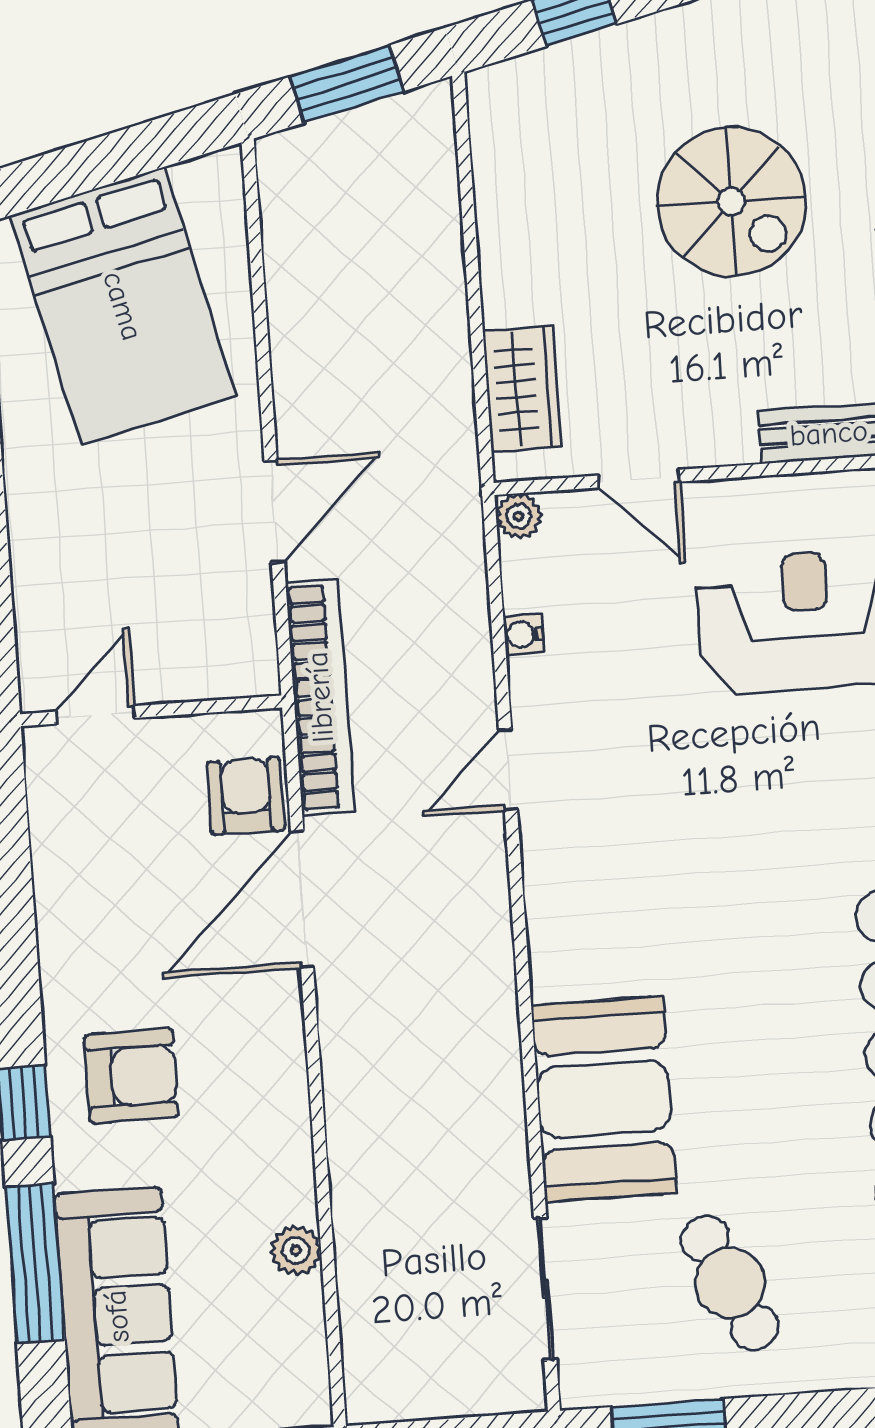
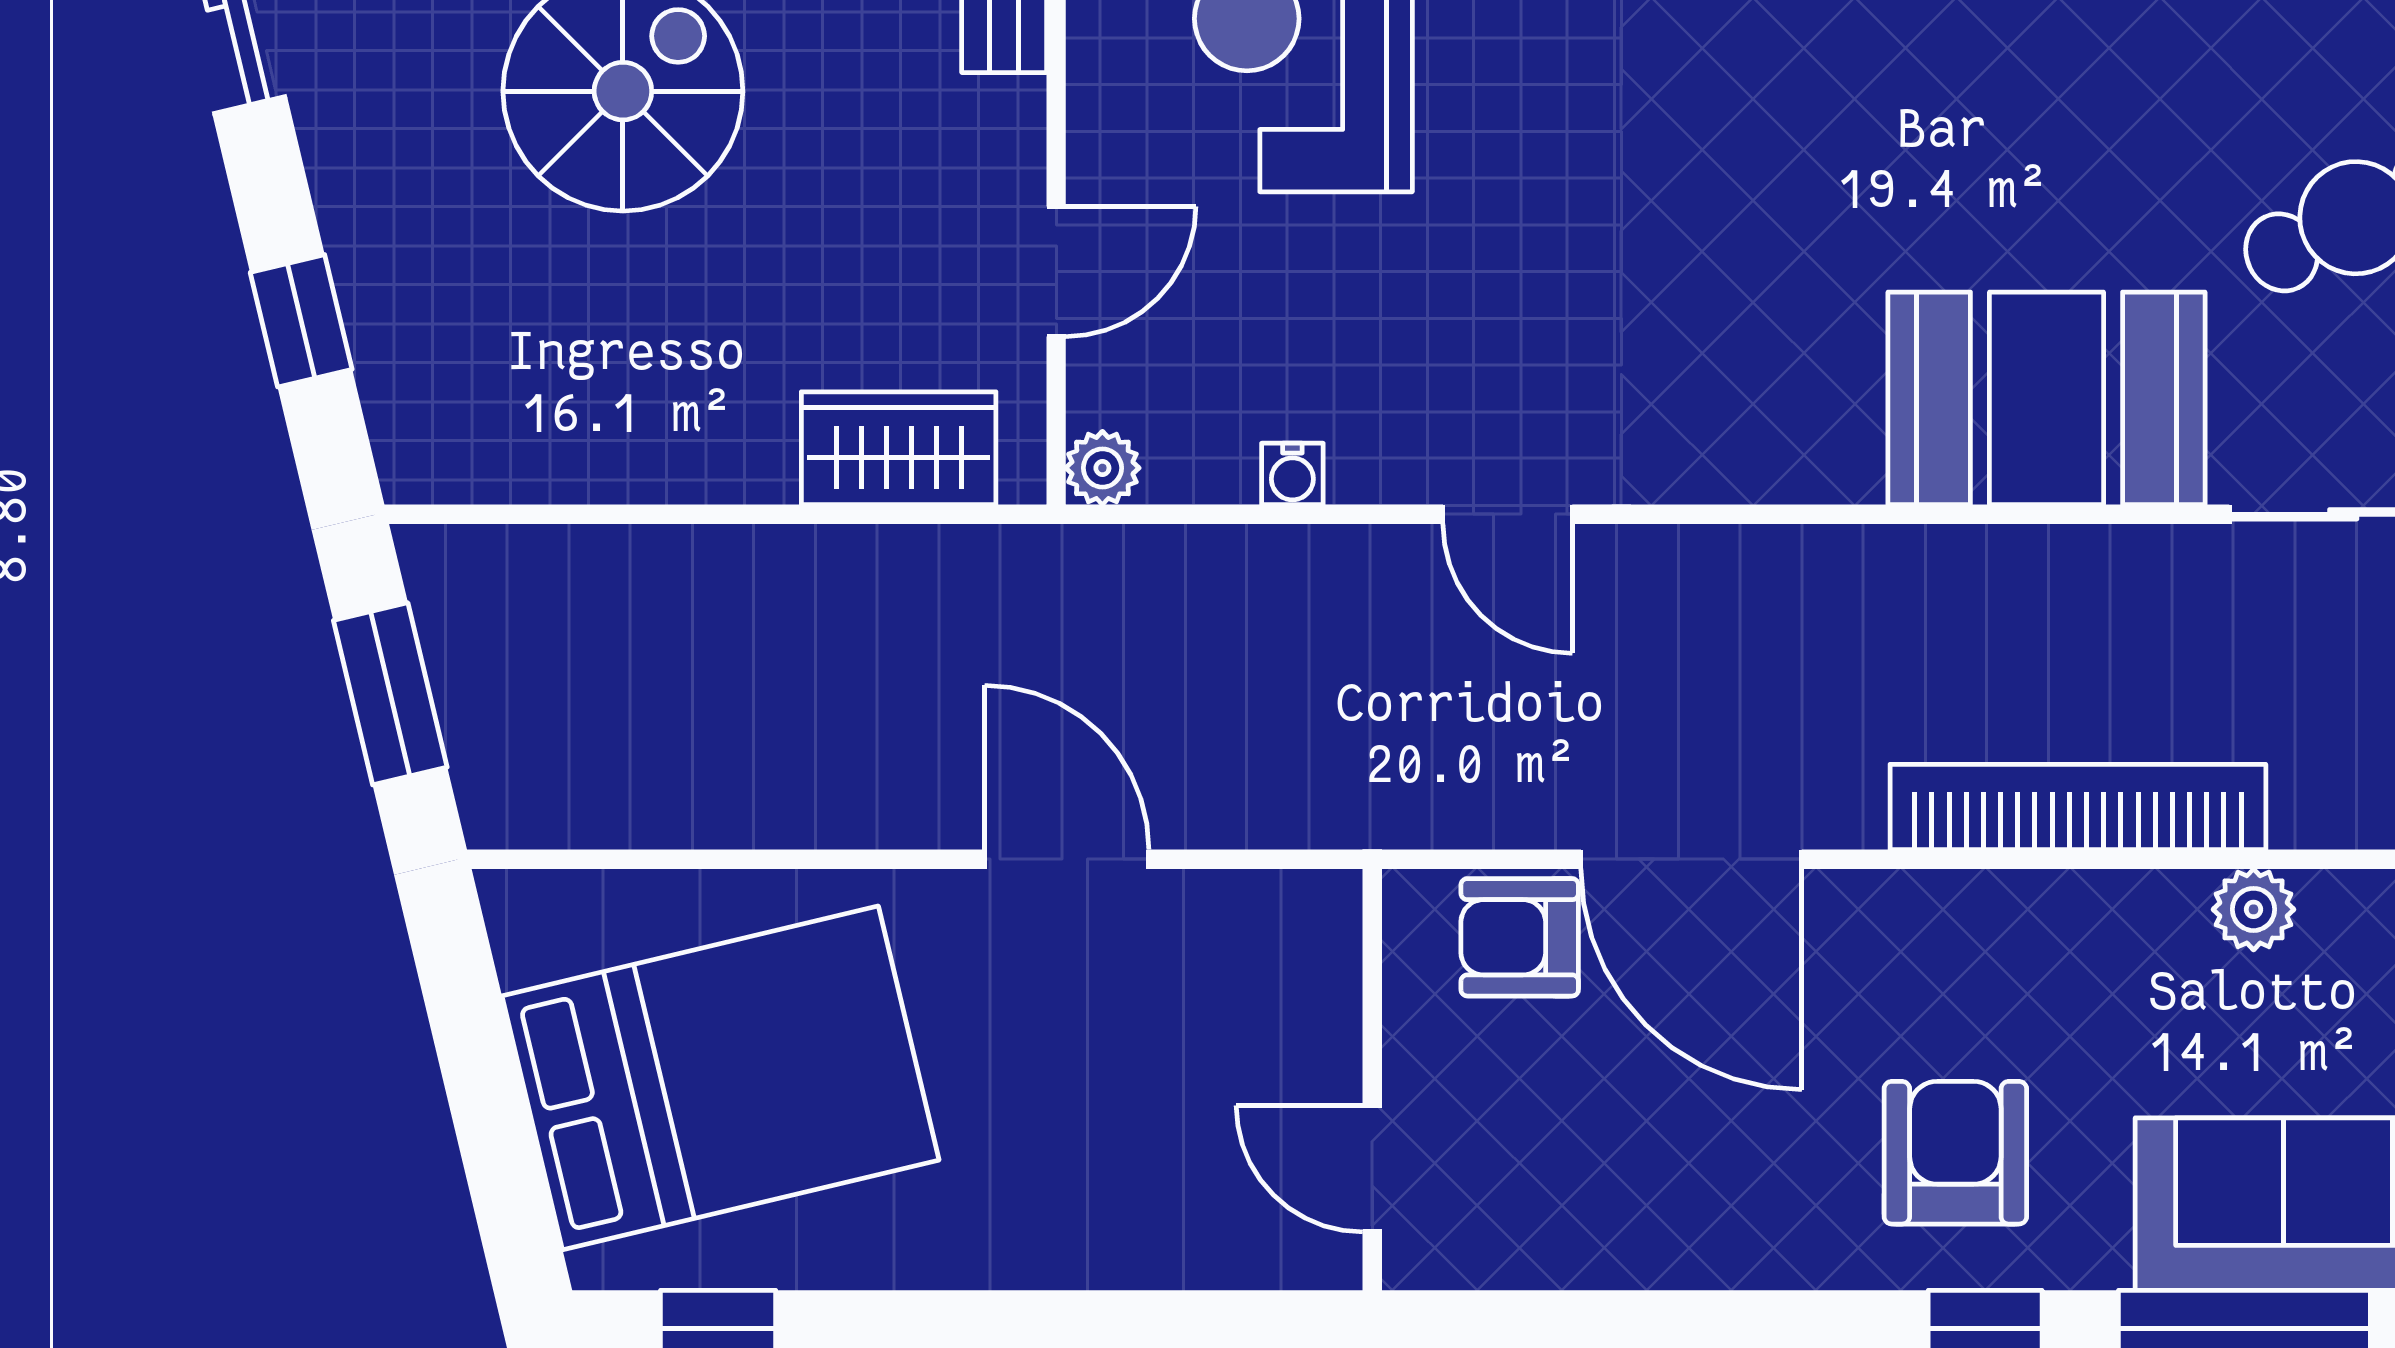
bookcase: (320, 697) -> (2078, 807), moved

